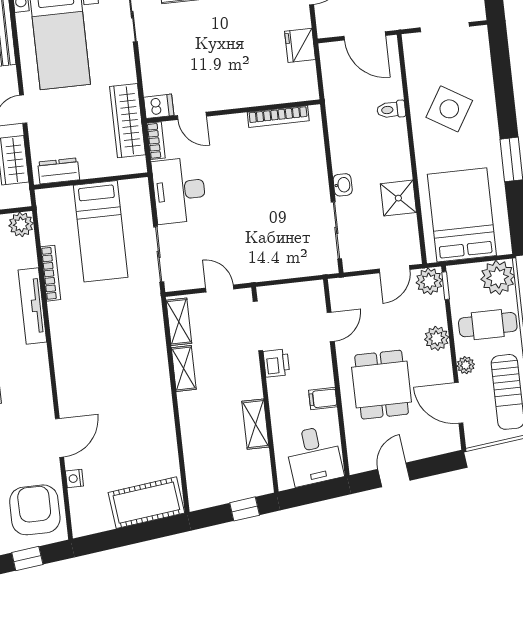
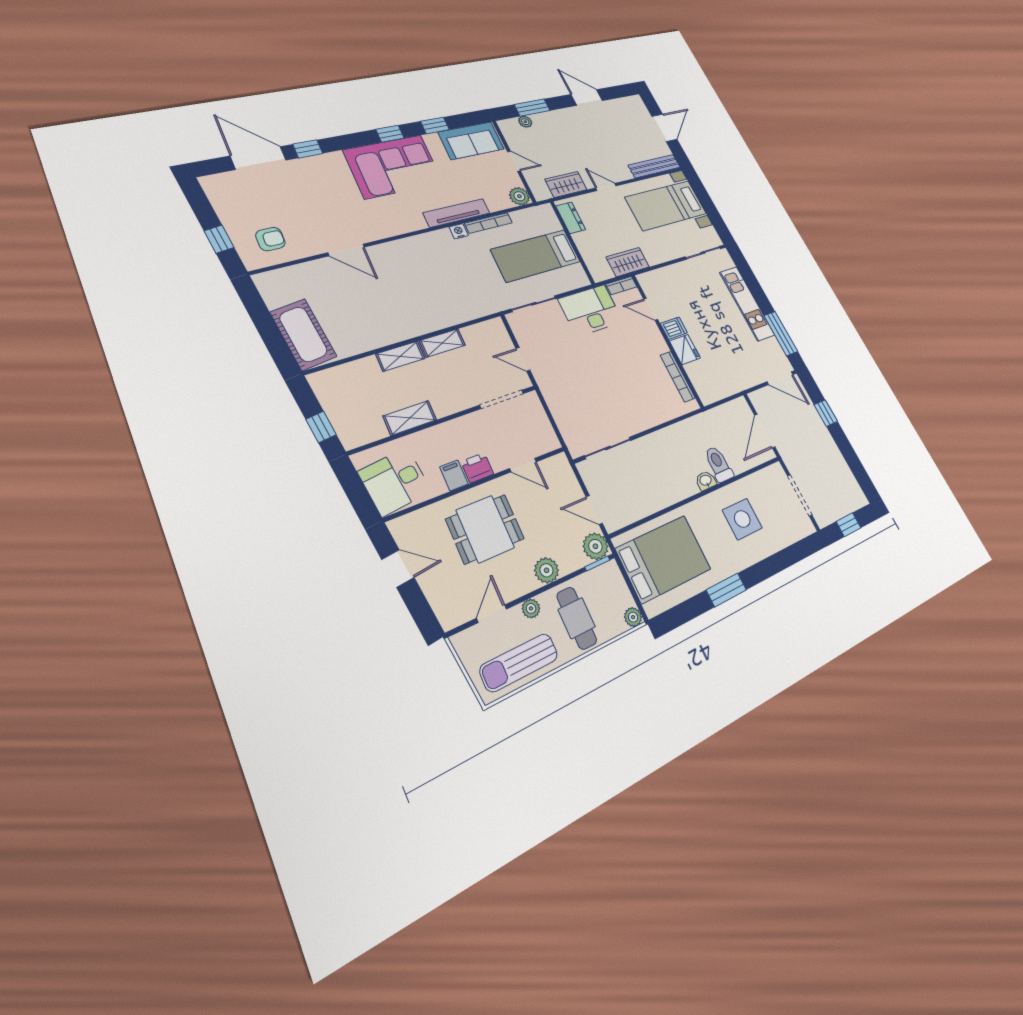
fridge: (300, 45) -> (685, 350), moved, turned 90
dishwasher: (159, 106) -> (674, 328), moved, turned -90
side table: (449, 109) -> (742, 519), turned -31
toilet: (391, 110) -> (719, 464), width x1.37, depth x1.39
door: (192, 116) -> (651, 309), hinge flipped
wardrobe: (128, 121) -> (628, 262), width x0.67
washbasin: (343, 185) -> (706, 481), moved, turned 180
shower: (398, 198) -> (655, 496), removed
plant: (498, 278) -> (633, 617), width x0.53, depth x0.53
door: (220, 289) -> (523, 359), swing flipped
shelving: (179, 322) -> (400, 356), moved
printer: (276, 363) -> (477, 468), moved, turned 180
door: (459, 403) -> (492, 614), width x0.73
nightstand: (74, 478) -> (459, 231), moved
armchair: (35, 510) -> (270, 239), width x0.53, depth x0.53

